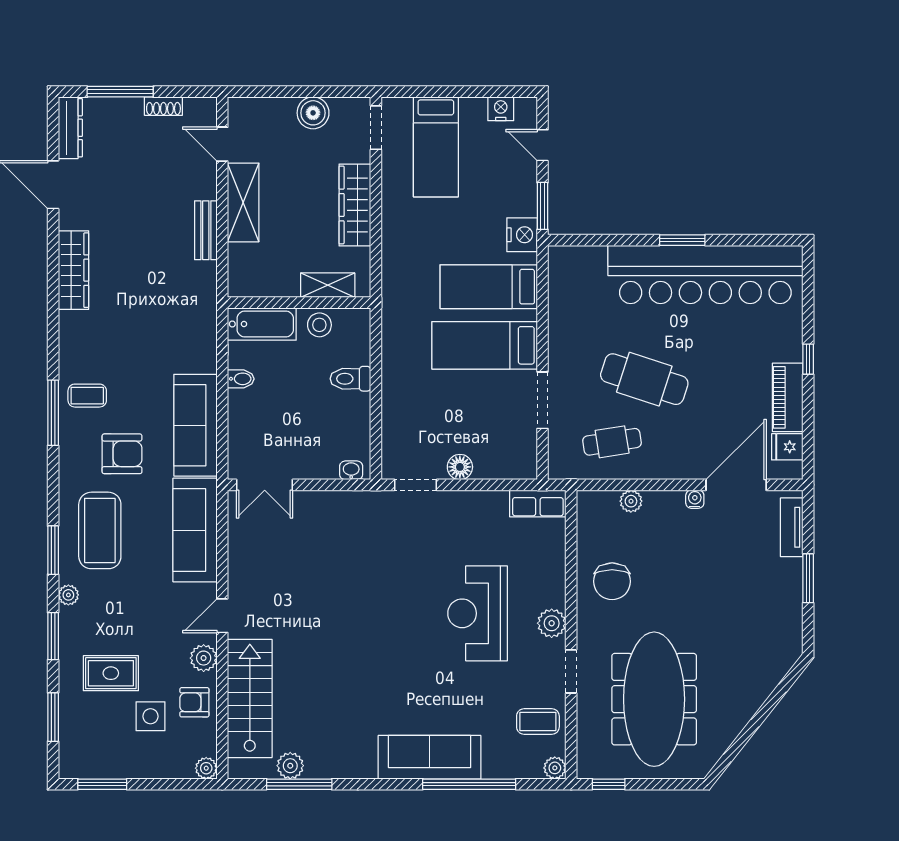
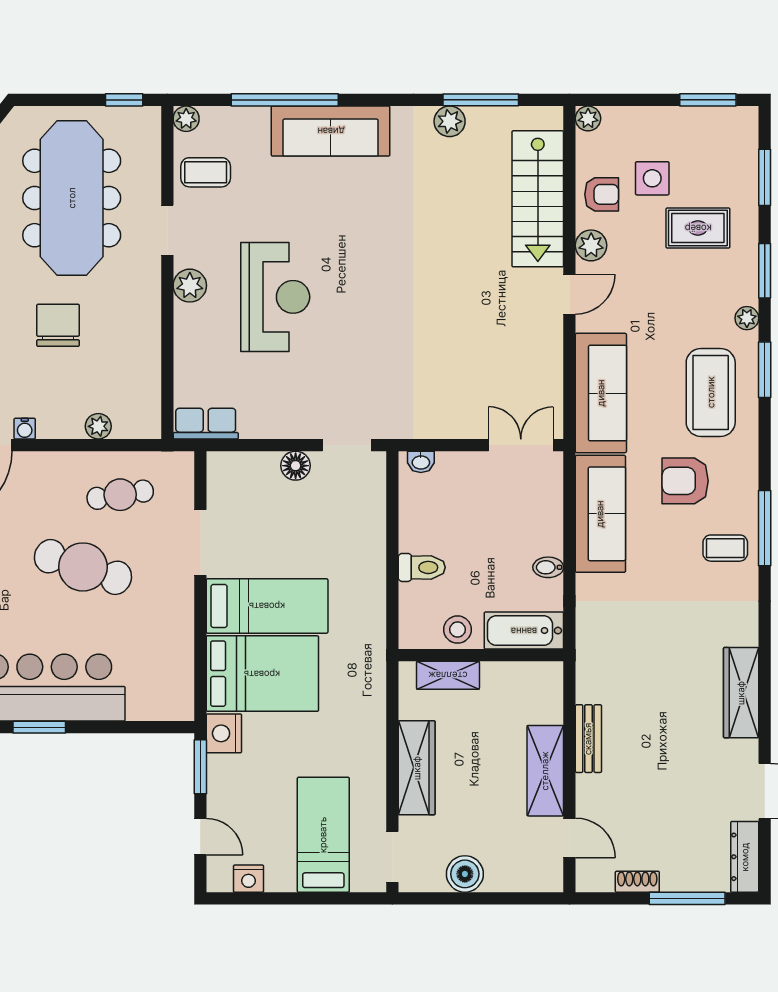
bed: (489, 287) -> (262, 674), width x1.50
chair: (612, 581) -> (58, 325), moved
plant: (290, 766) -> (450, 121), moved

